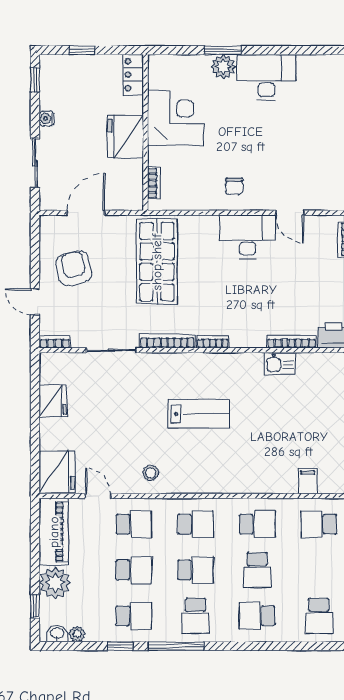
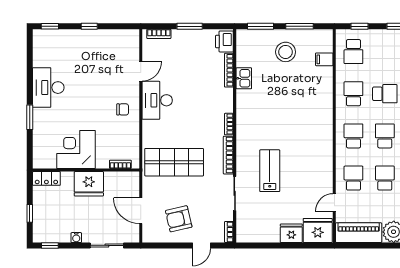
plant: (223, 67) -> (41, 117), removed
fridge: (53, 401) -> (291, 233), moved
lab bench: (199, 414) -> (270, 171), moved
stool: (151, 473) -> (286, 52), moved, width x1.89, depth x1.89

